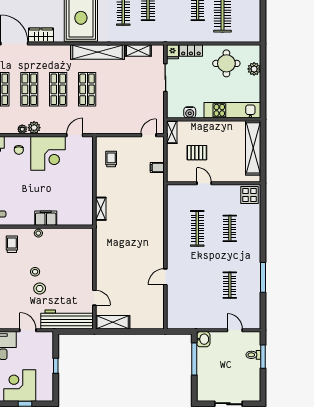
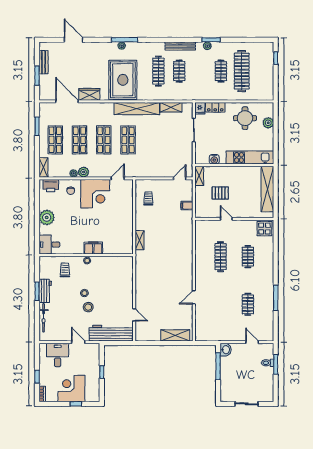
shelving: (113, 322) -> (175, 335), moved

